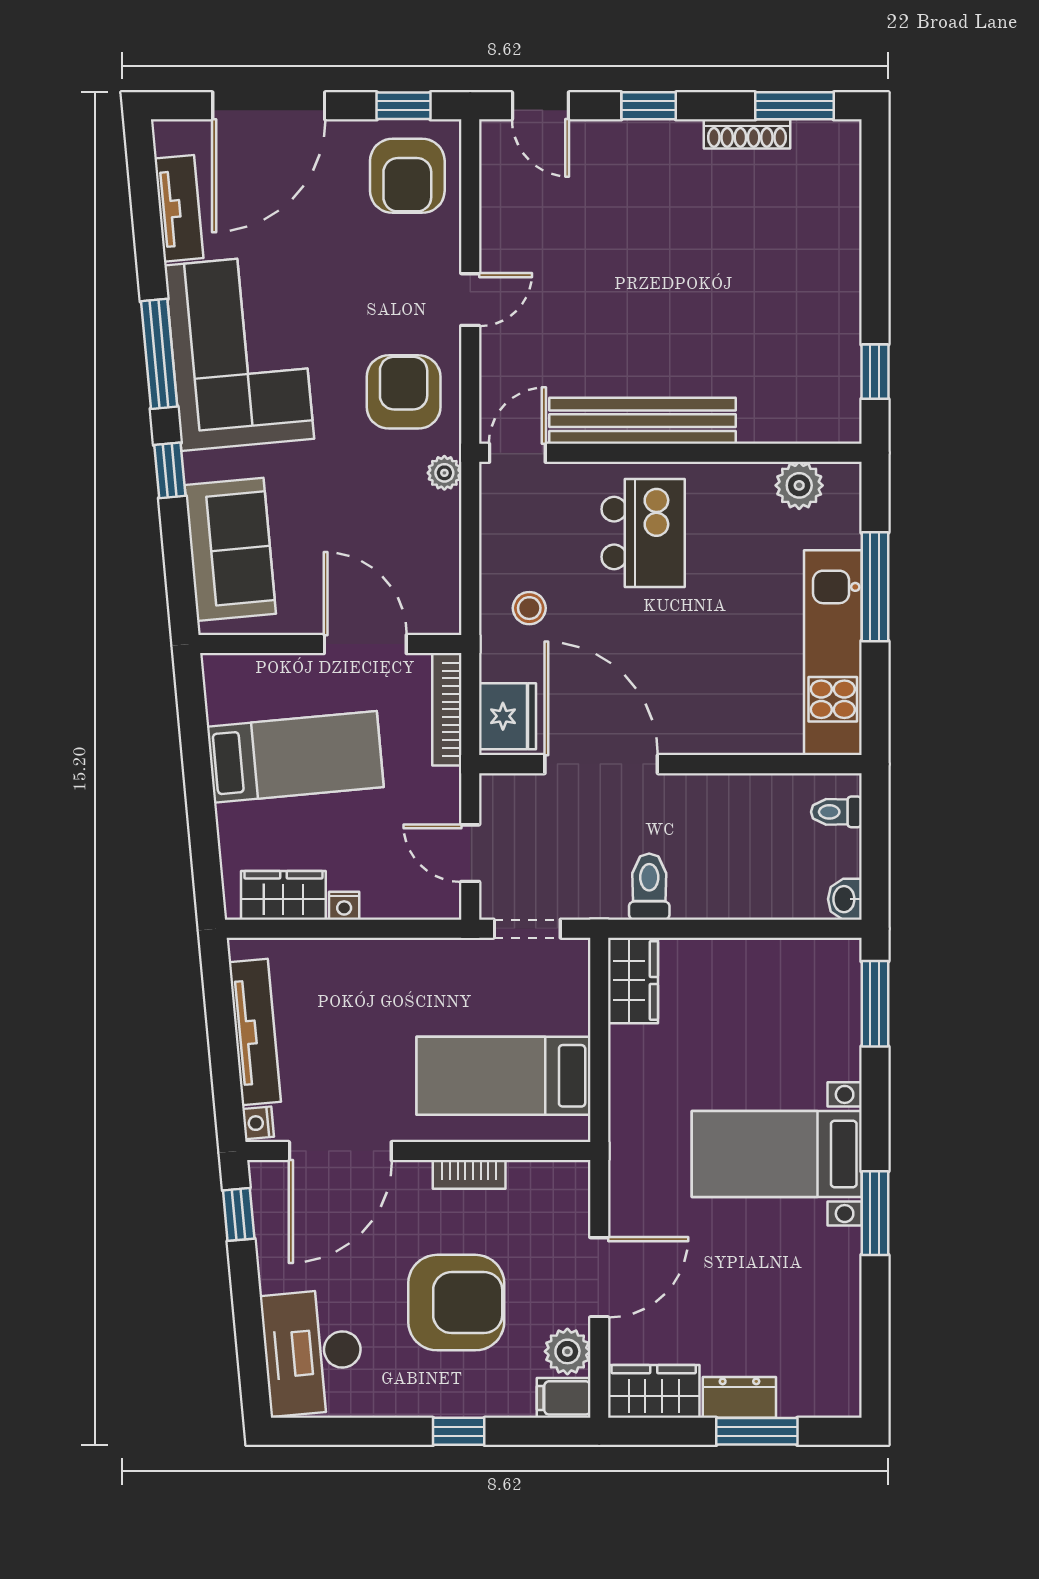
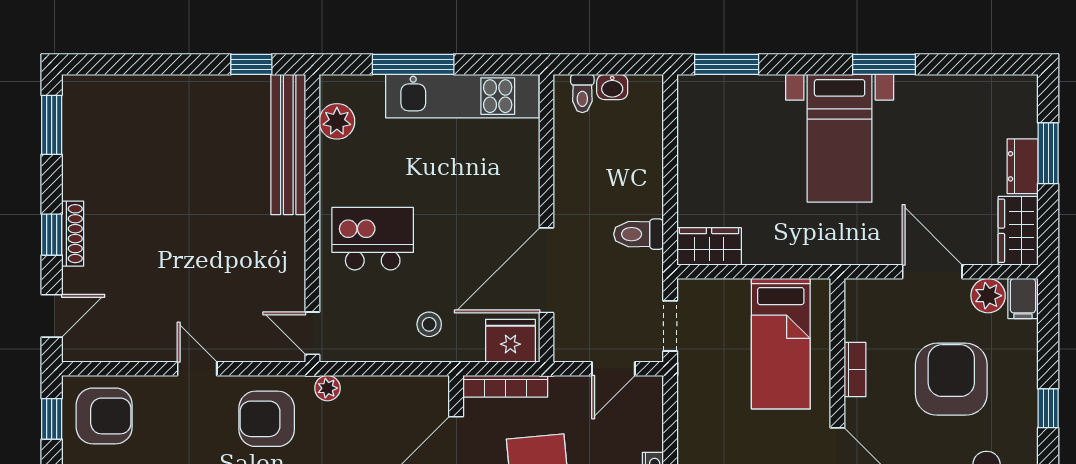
shoe rack: (747, 134) -> (73, 234), moved
bench: (642, 421) -> (288, 145), moved
washbasin: (845, 899) -> (612, 87), moved
window: (459, 1431) -> (1048, 408), moved

